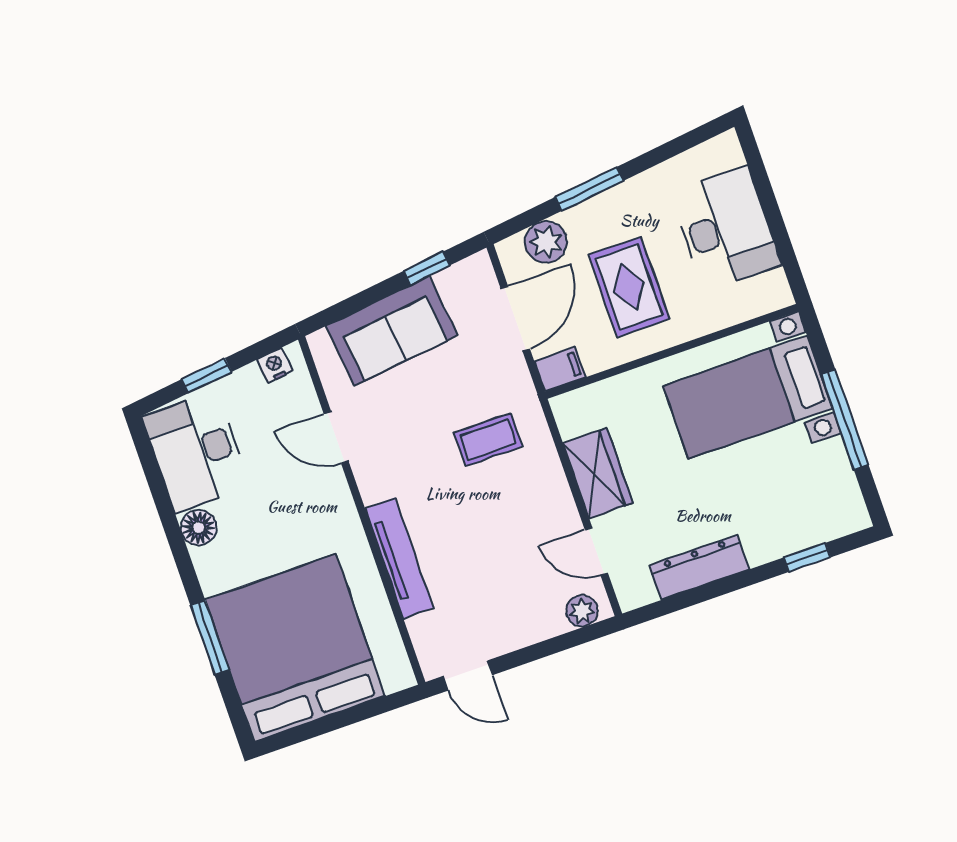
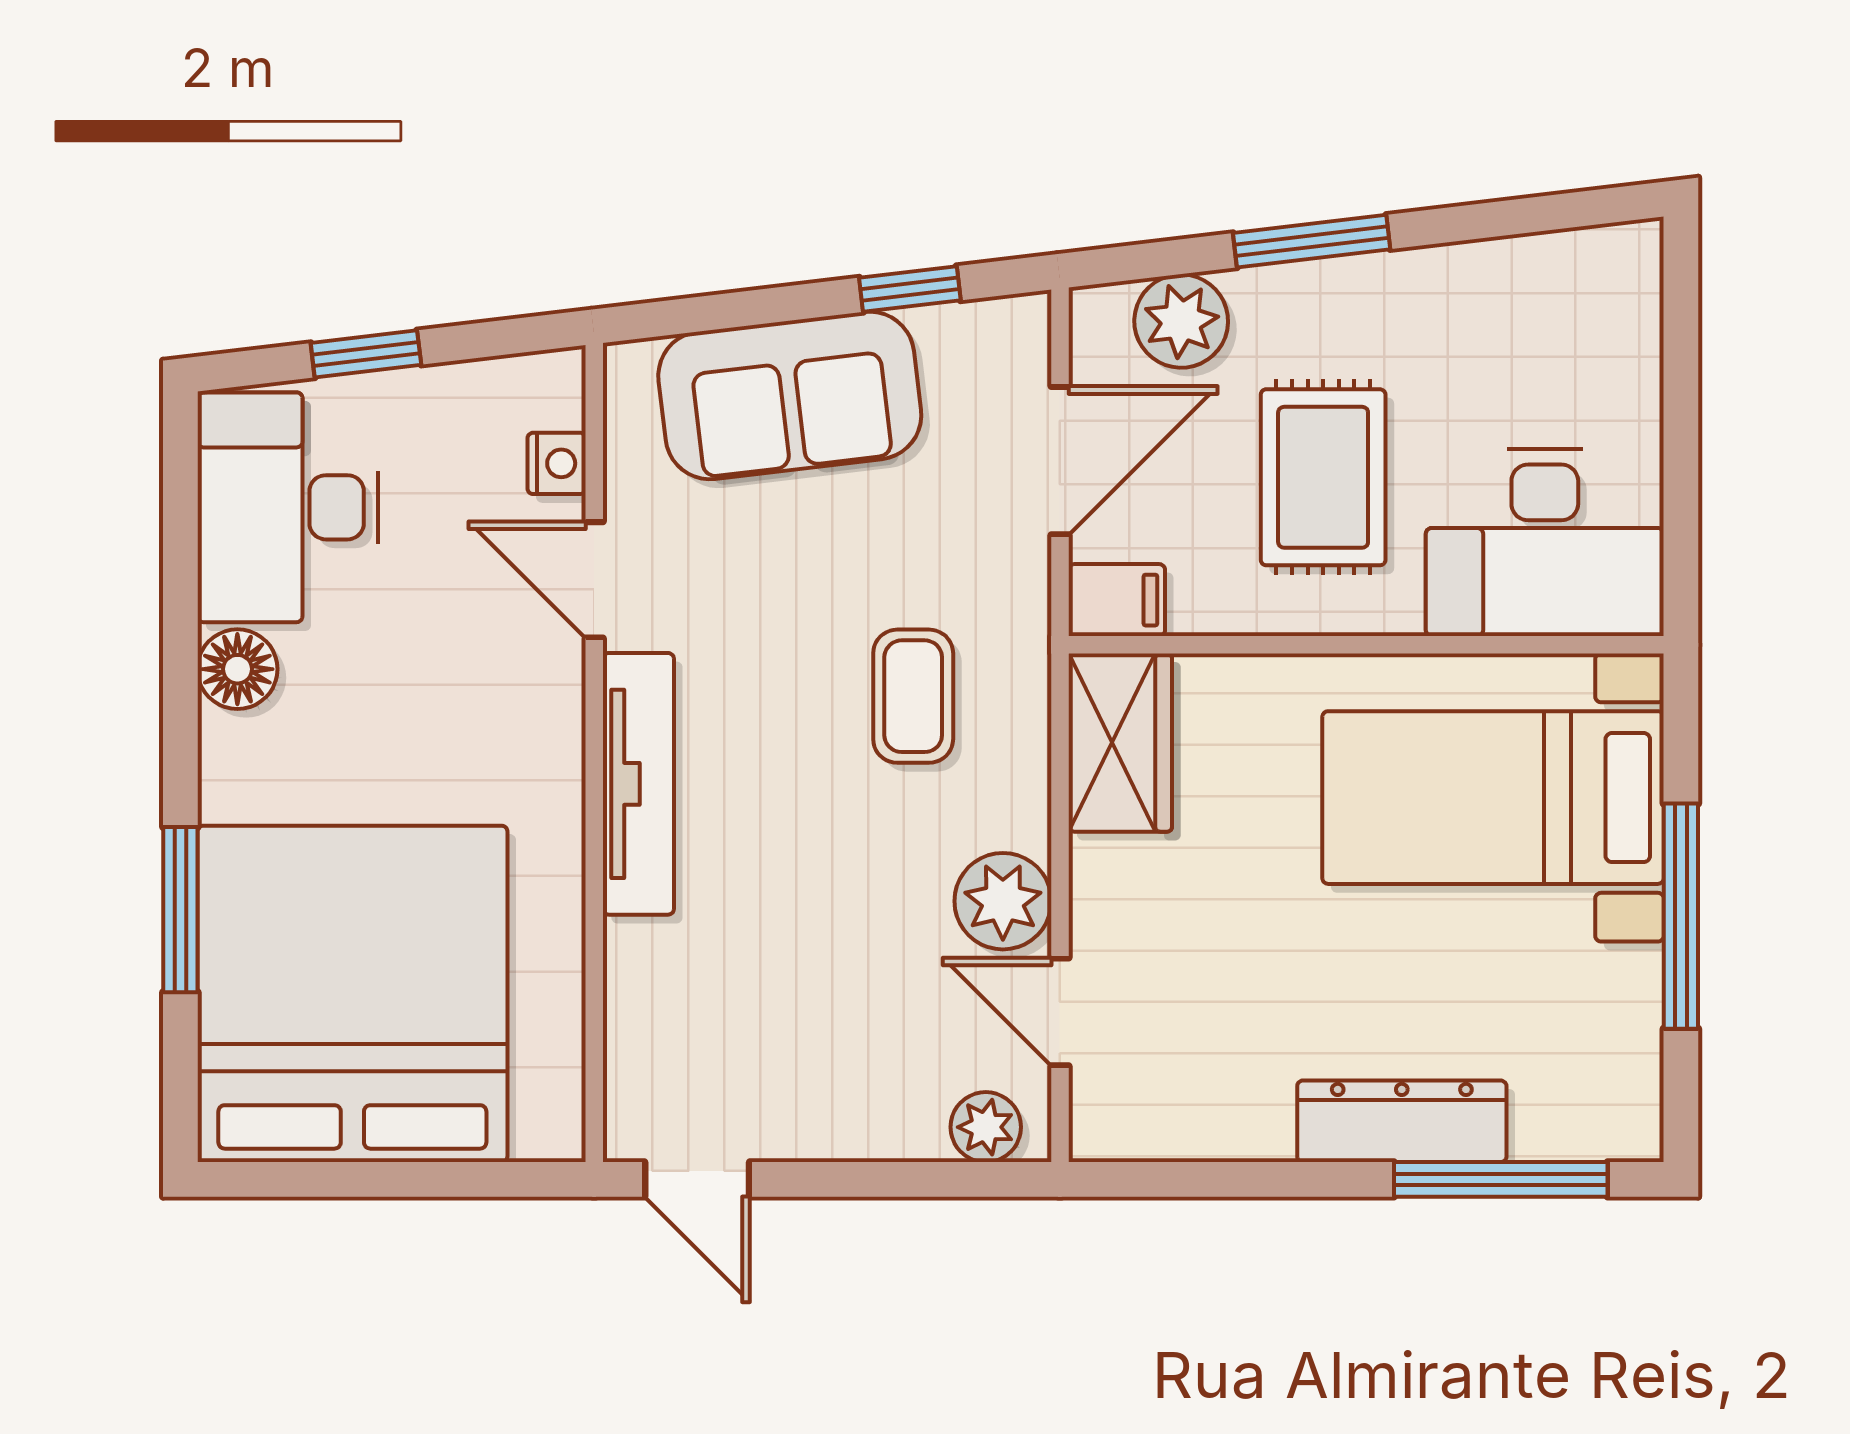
desk: (726, 229) -> (1545, 543), moved, turned 90
nightstand: (275, 365) -> (557, 463), moved, turned 97
coffee table: (488, 440) -> (913, 696), turned 90
wardrobe: (598, 473) -> (1120, 743), moved
plant: (556, 513) -> (1003, 901), added
window: (807, 557) -> (1501, 1179), width x2.17
tv unit: (399, 558) -> (638, 784), moved
dresser: (699, 567) -> (1402, 1121), moved

